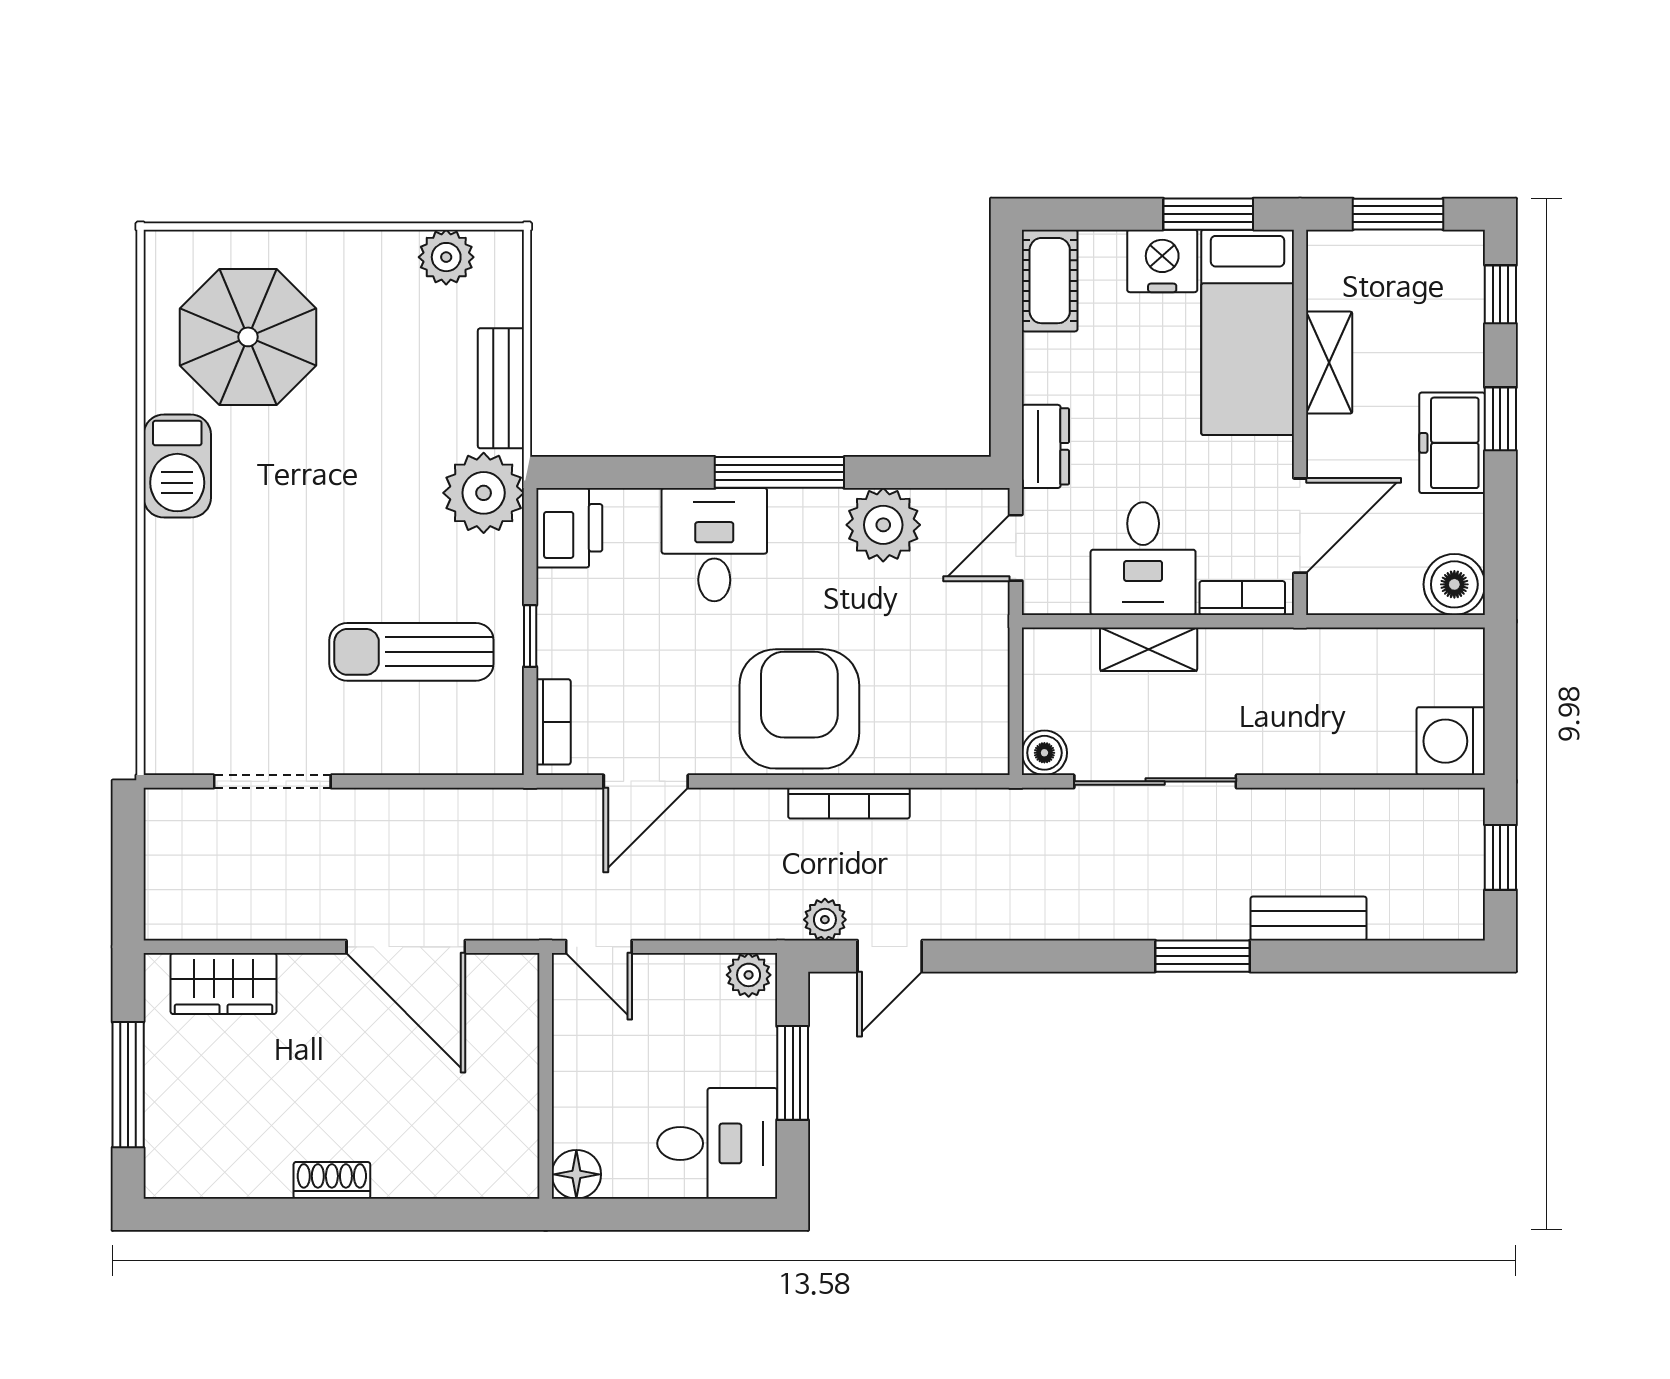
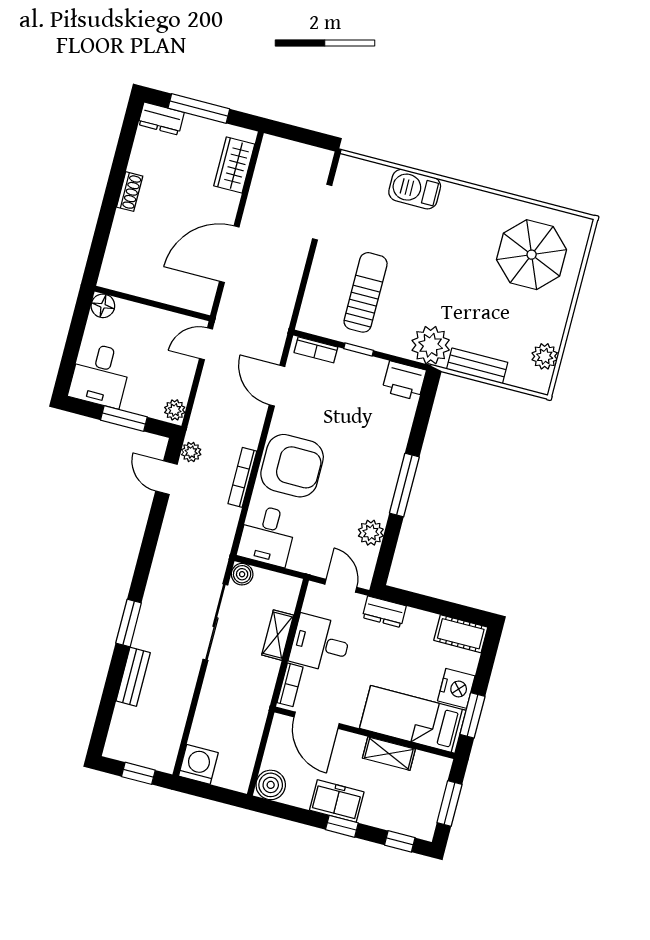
barbecue: (177, 466) -> (415, 189), moved
plant: (883, 525) -> (371, 533), width x0.73, depth x0.73
desk: (714, 545) -> (267, 535), moved, turned 90
dresser: (168, 1155) -> (161, 119), added

